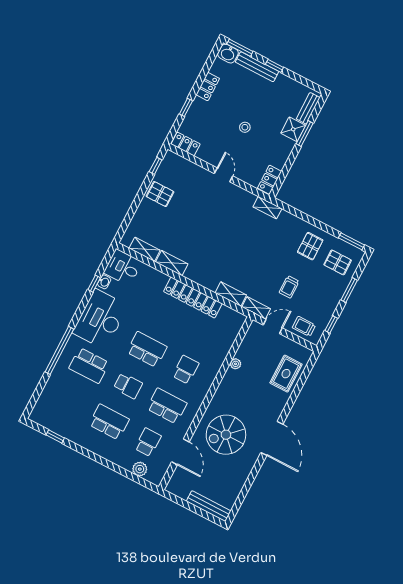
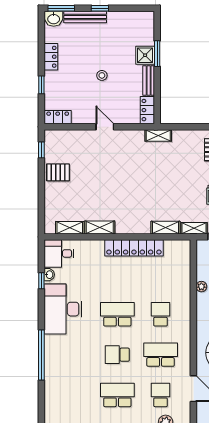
bench: (308, 108) -> (149, 80), moved
school desk: (89, 365) -> (74, 355), removed
school desk: (128, 386) -> (117, 355), turned 180

